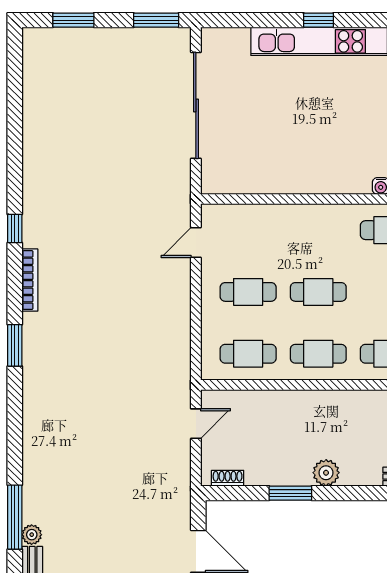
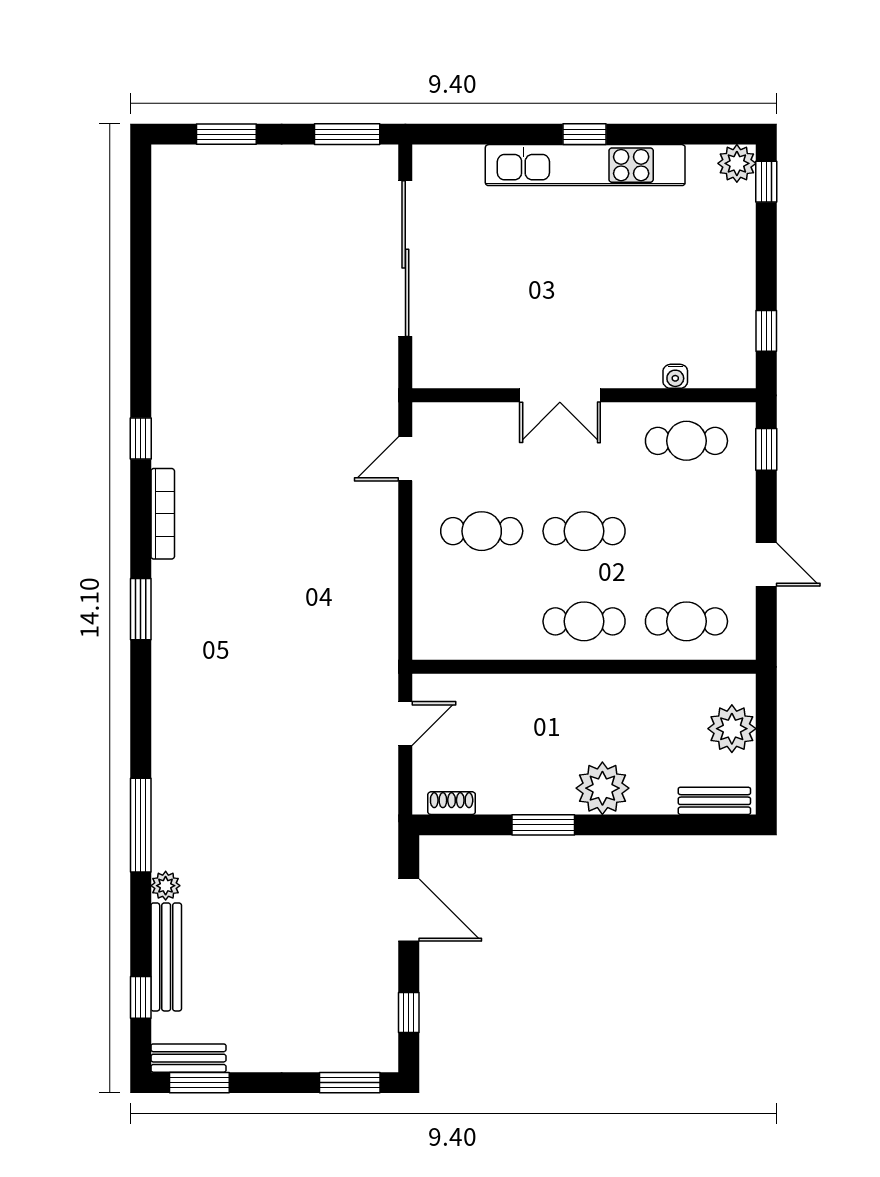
double door: (302, 199) -> (560, 395), added
cafe table: (248, 354) -> (482, 621), removed
plant: (326, 473) -> (602, 788), width x1.36, depth x1.36
window: (15, 517) -> (141, 825), moved

